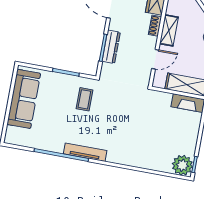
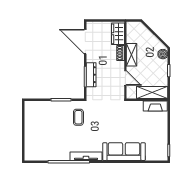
door: (155, 59) -> (125, 78), hinge flipped
sofa: (24, 99) -> (124, 152), moved, turned -90
plant: (182, 165) -> (160, 153), removed

